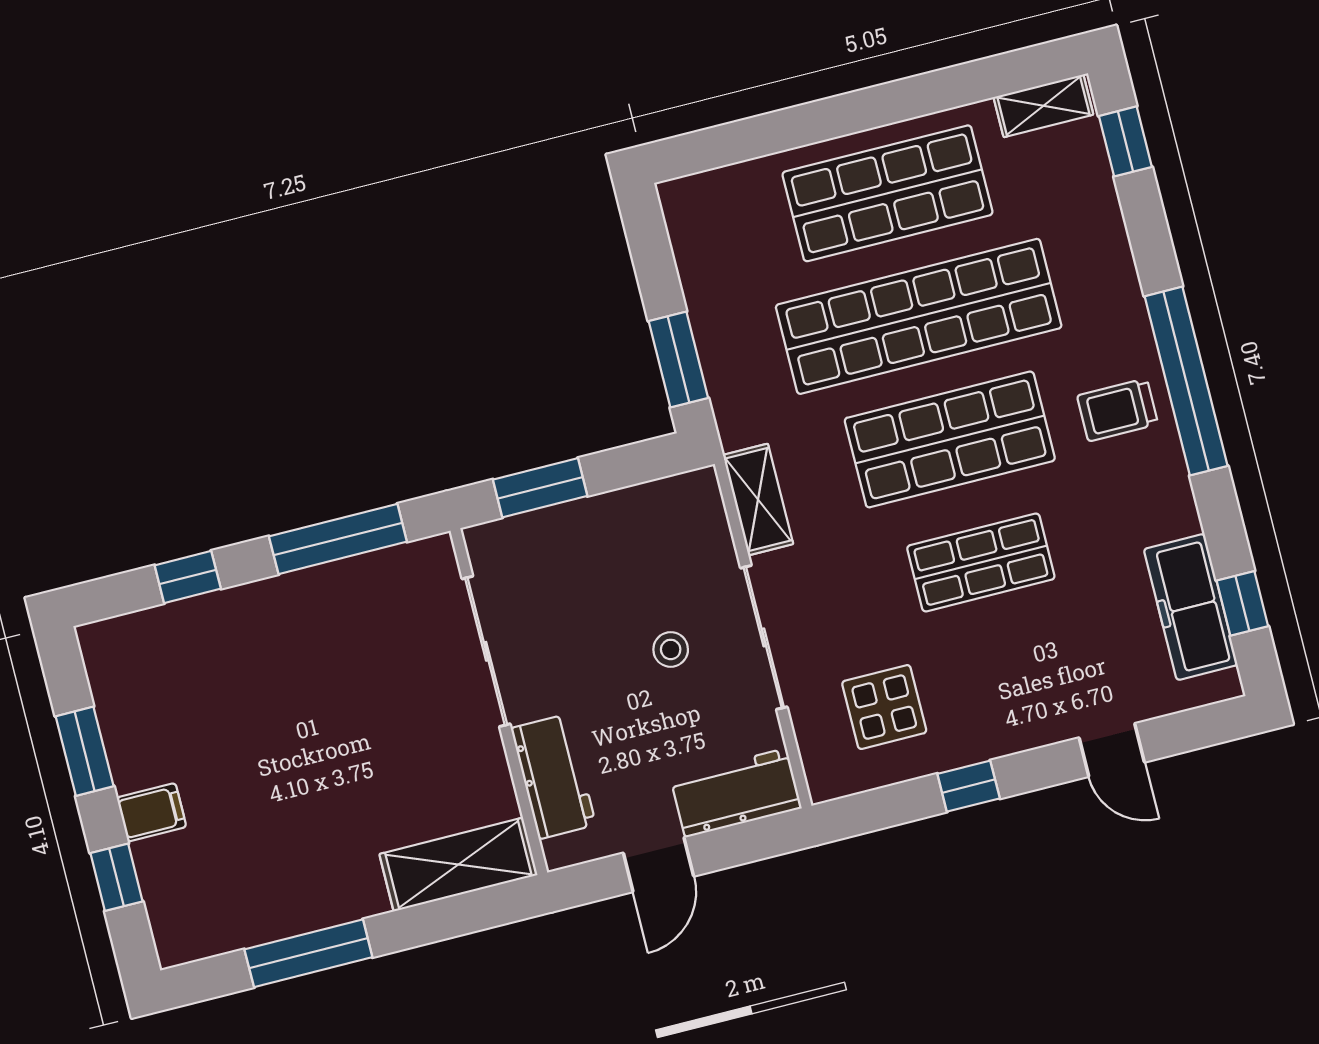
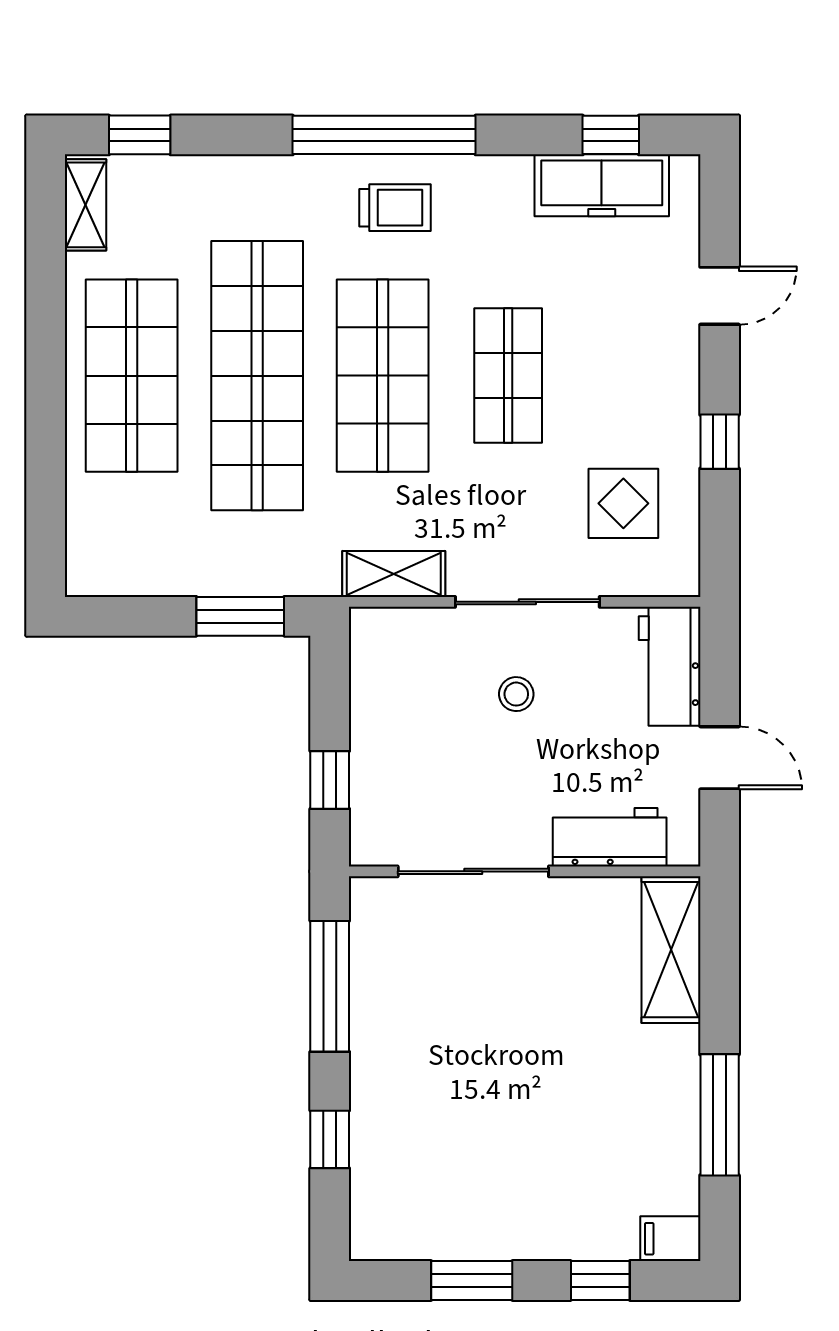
trolley: (1118, 410) -> (395, 208), turned -90
window: (540, 488) -> (330, 780), width x0.67
filing cabinet: (151, 812) -> (670, 1239), moved, turned -90

